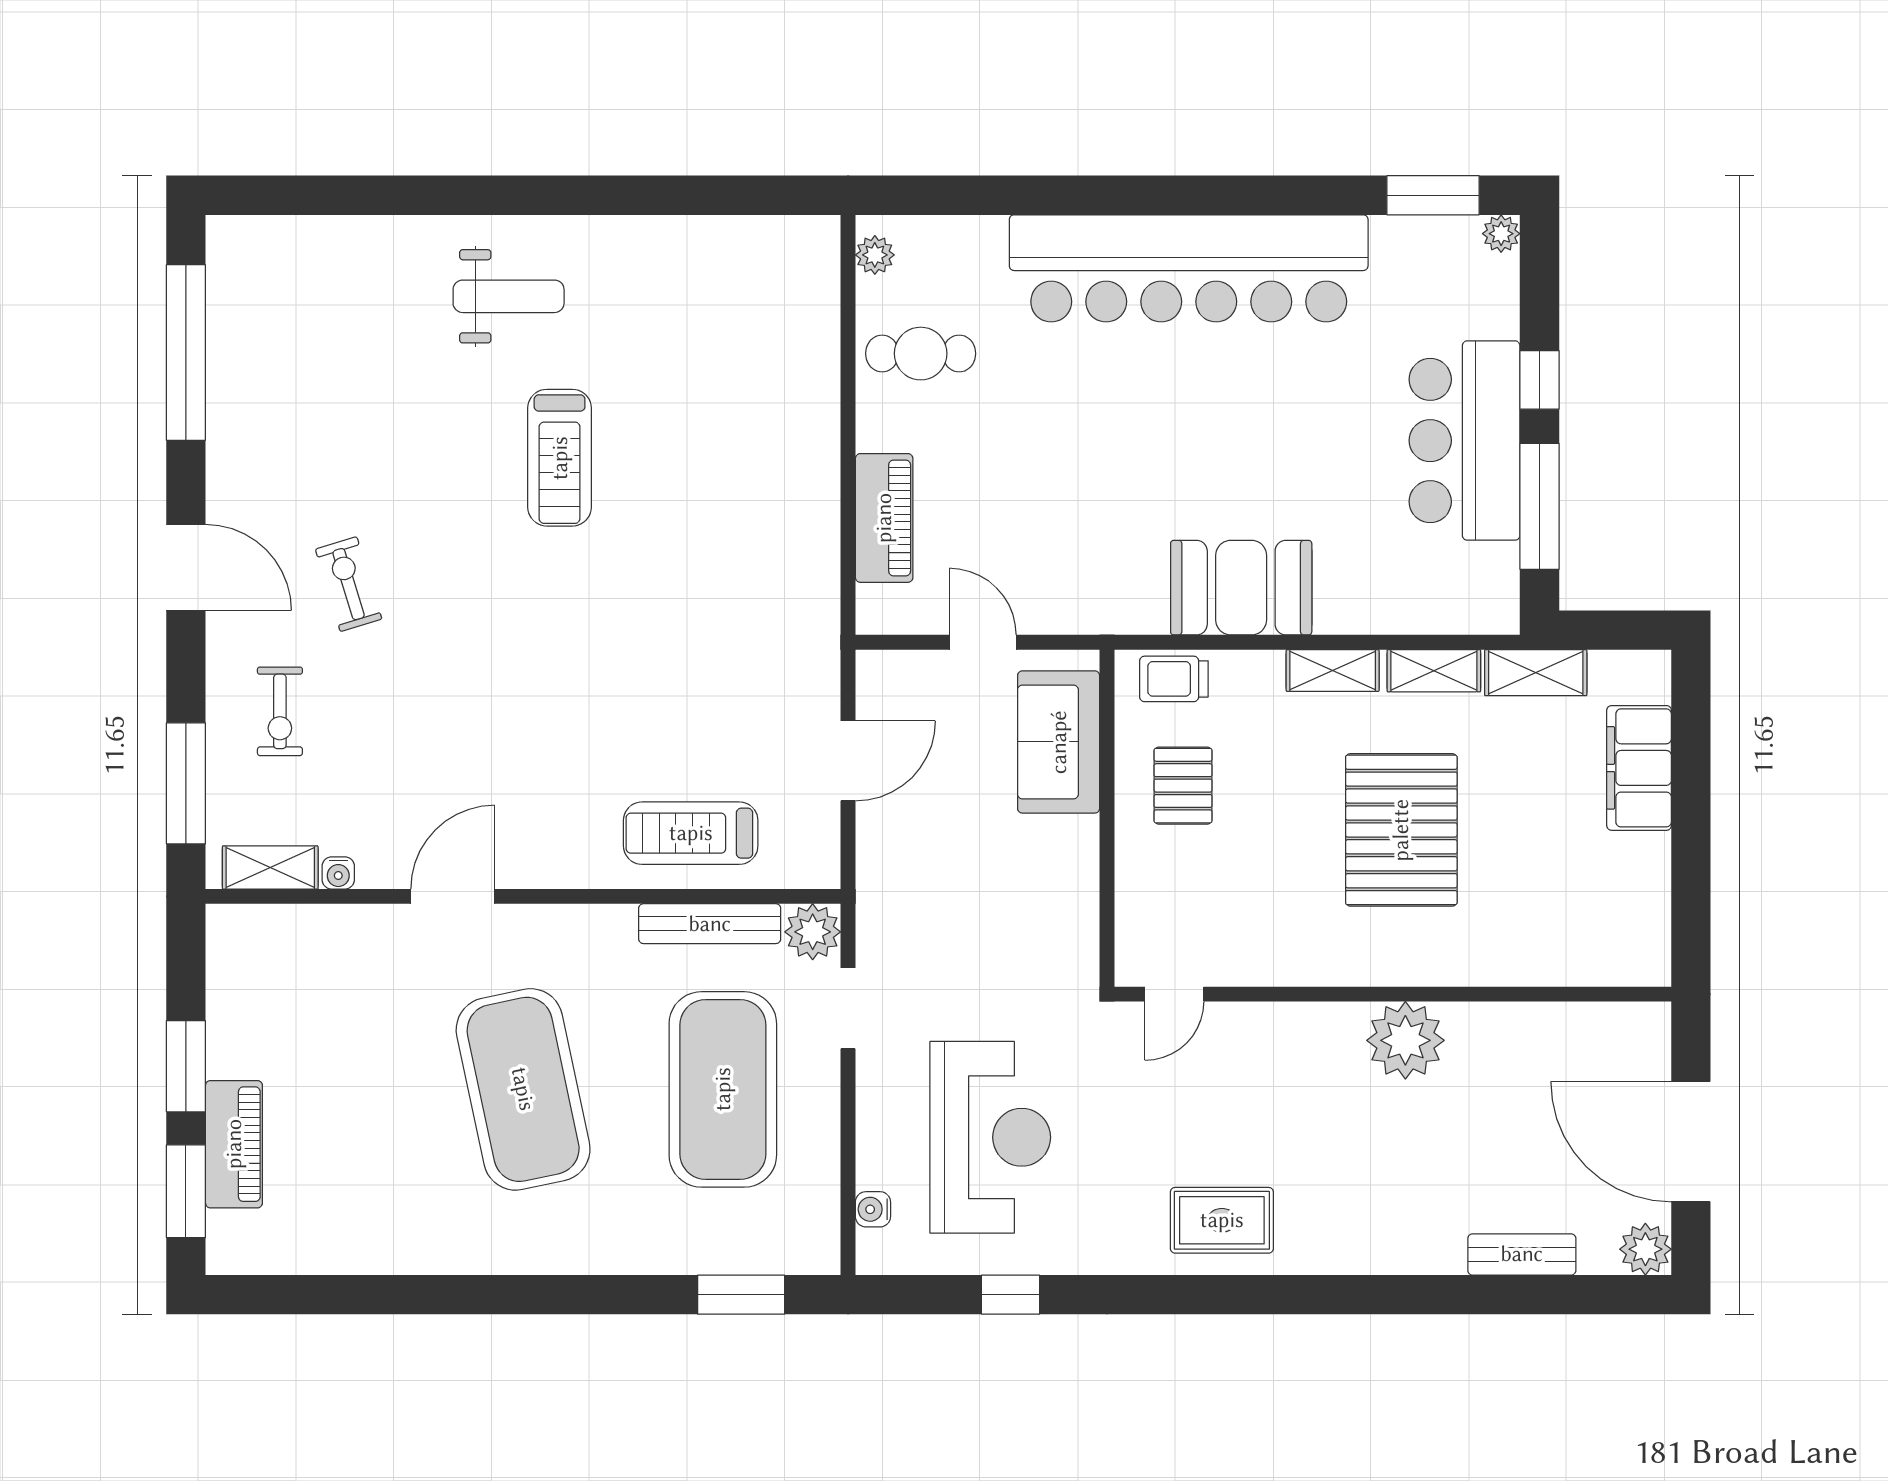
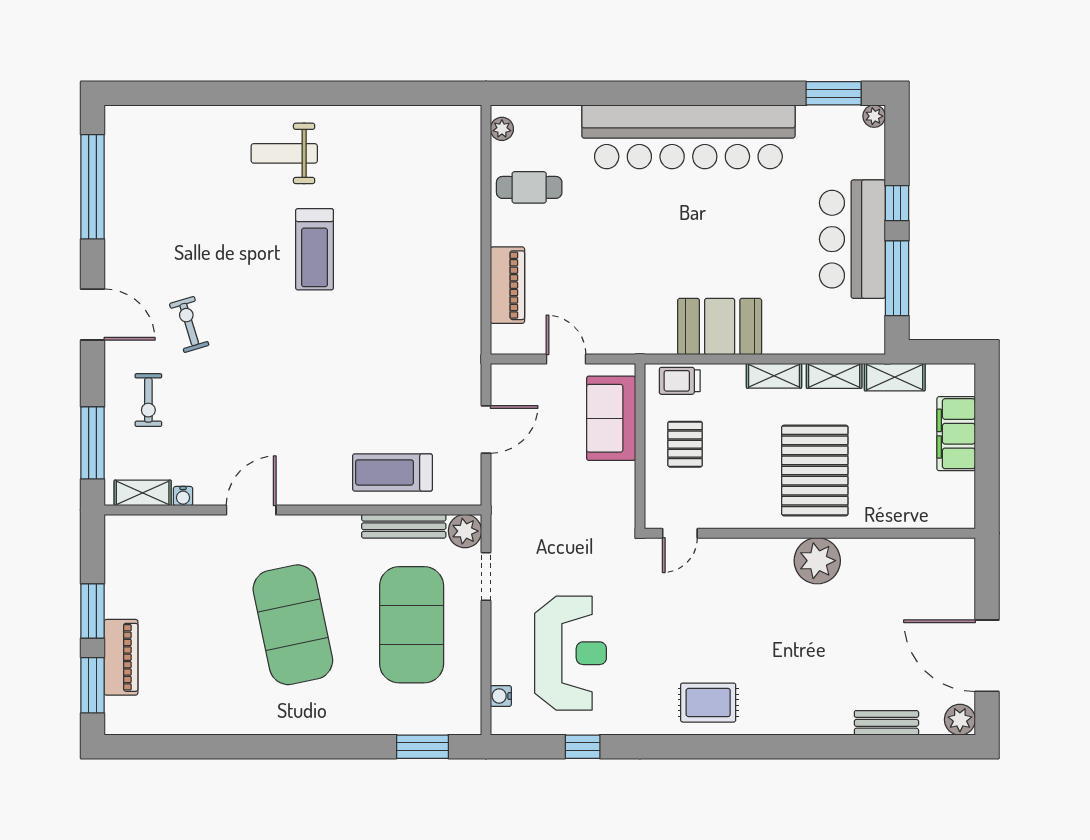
weight bench: (509, 296) -> (284, 153), turned 180
door: (1174, 994) -> (680, 533), moved
wall: (1393, 994) -> (810, 533), moved
plant: (1405, 1040) -> (817, 561), moved

